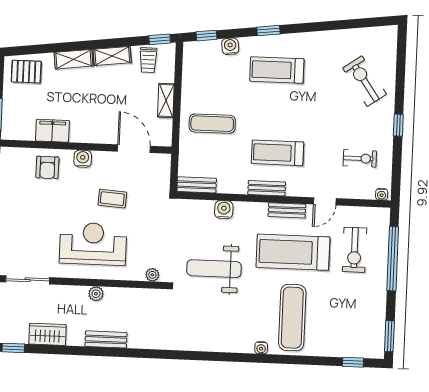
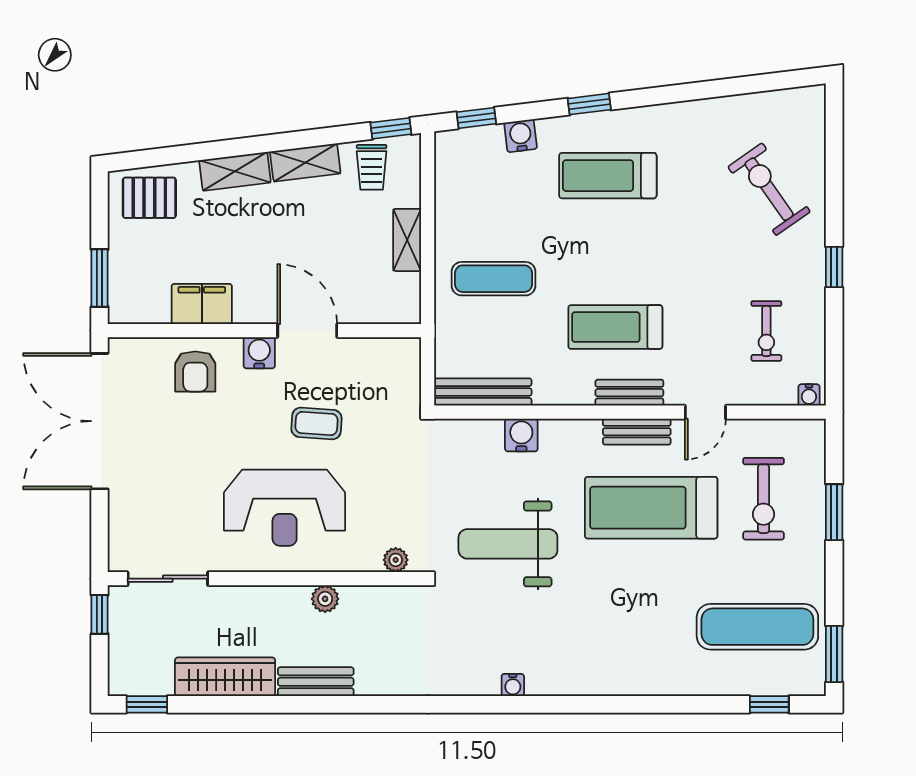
door: (134, 149) -> (307, 331), moved
exercise bike: (360, 158) -> (766, 331), turned 90
bench: (197, 185) -> (483, 392), width x1.36
bench: (267, 188) -> (629, 393), moved
reception desk: (93, 244) -> (285, 508), turned 180
window: (393, 259) -> (834, 512), width x0.47
plant: (96, 294) -> (325, 599), moved
exercise mat: (292, 318) -> (757, 627), moved, turned 90
wardrobe: (47, 334) -> (225, 677), width x1.50
water cooler: (261, 348) -> (513, 685), moved

